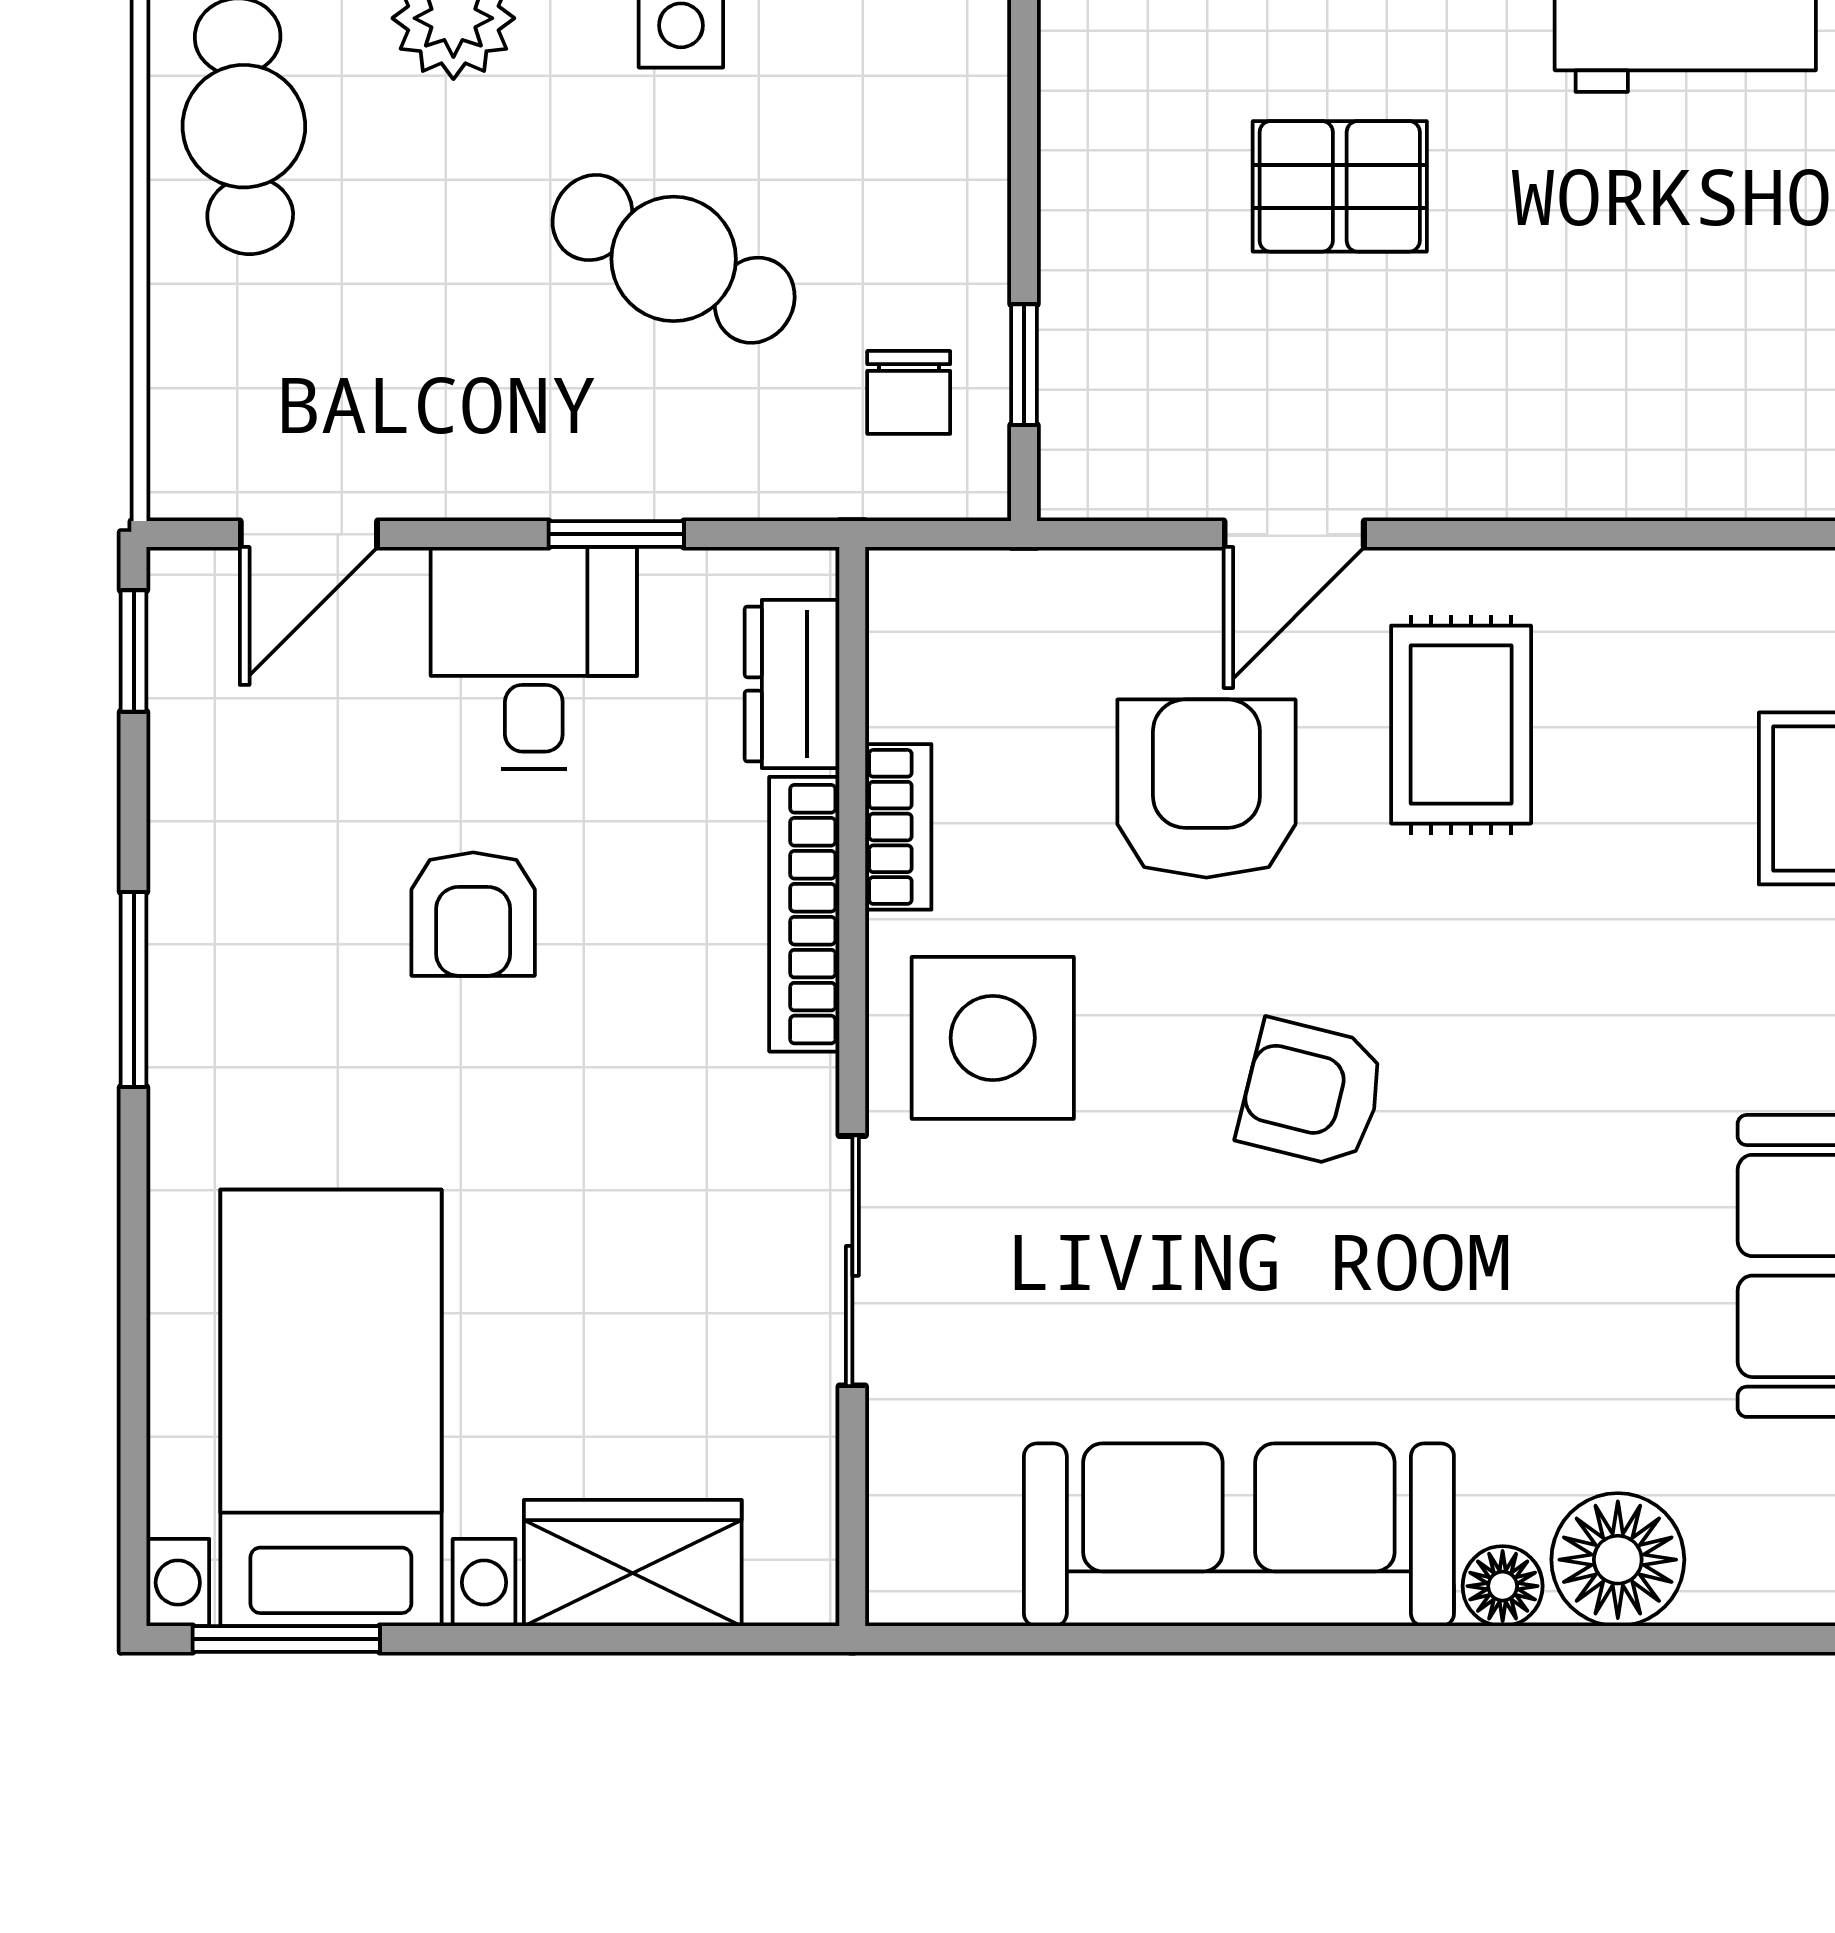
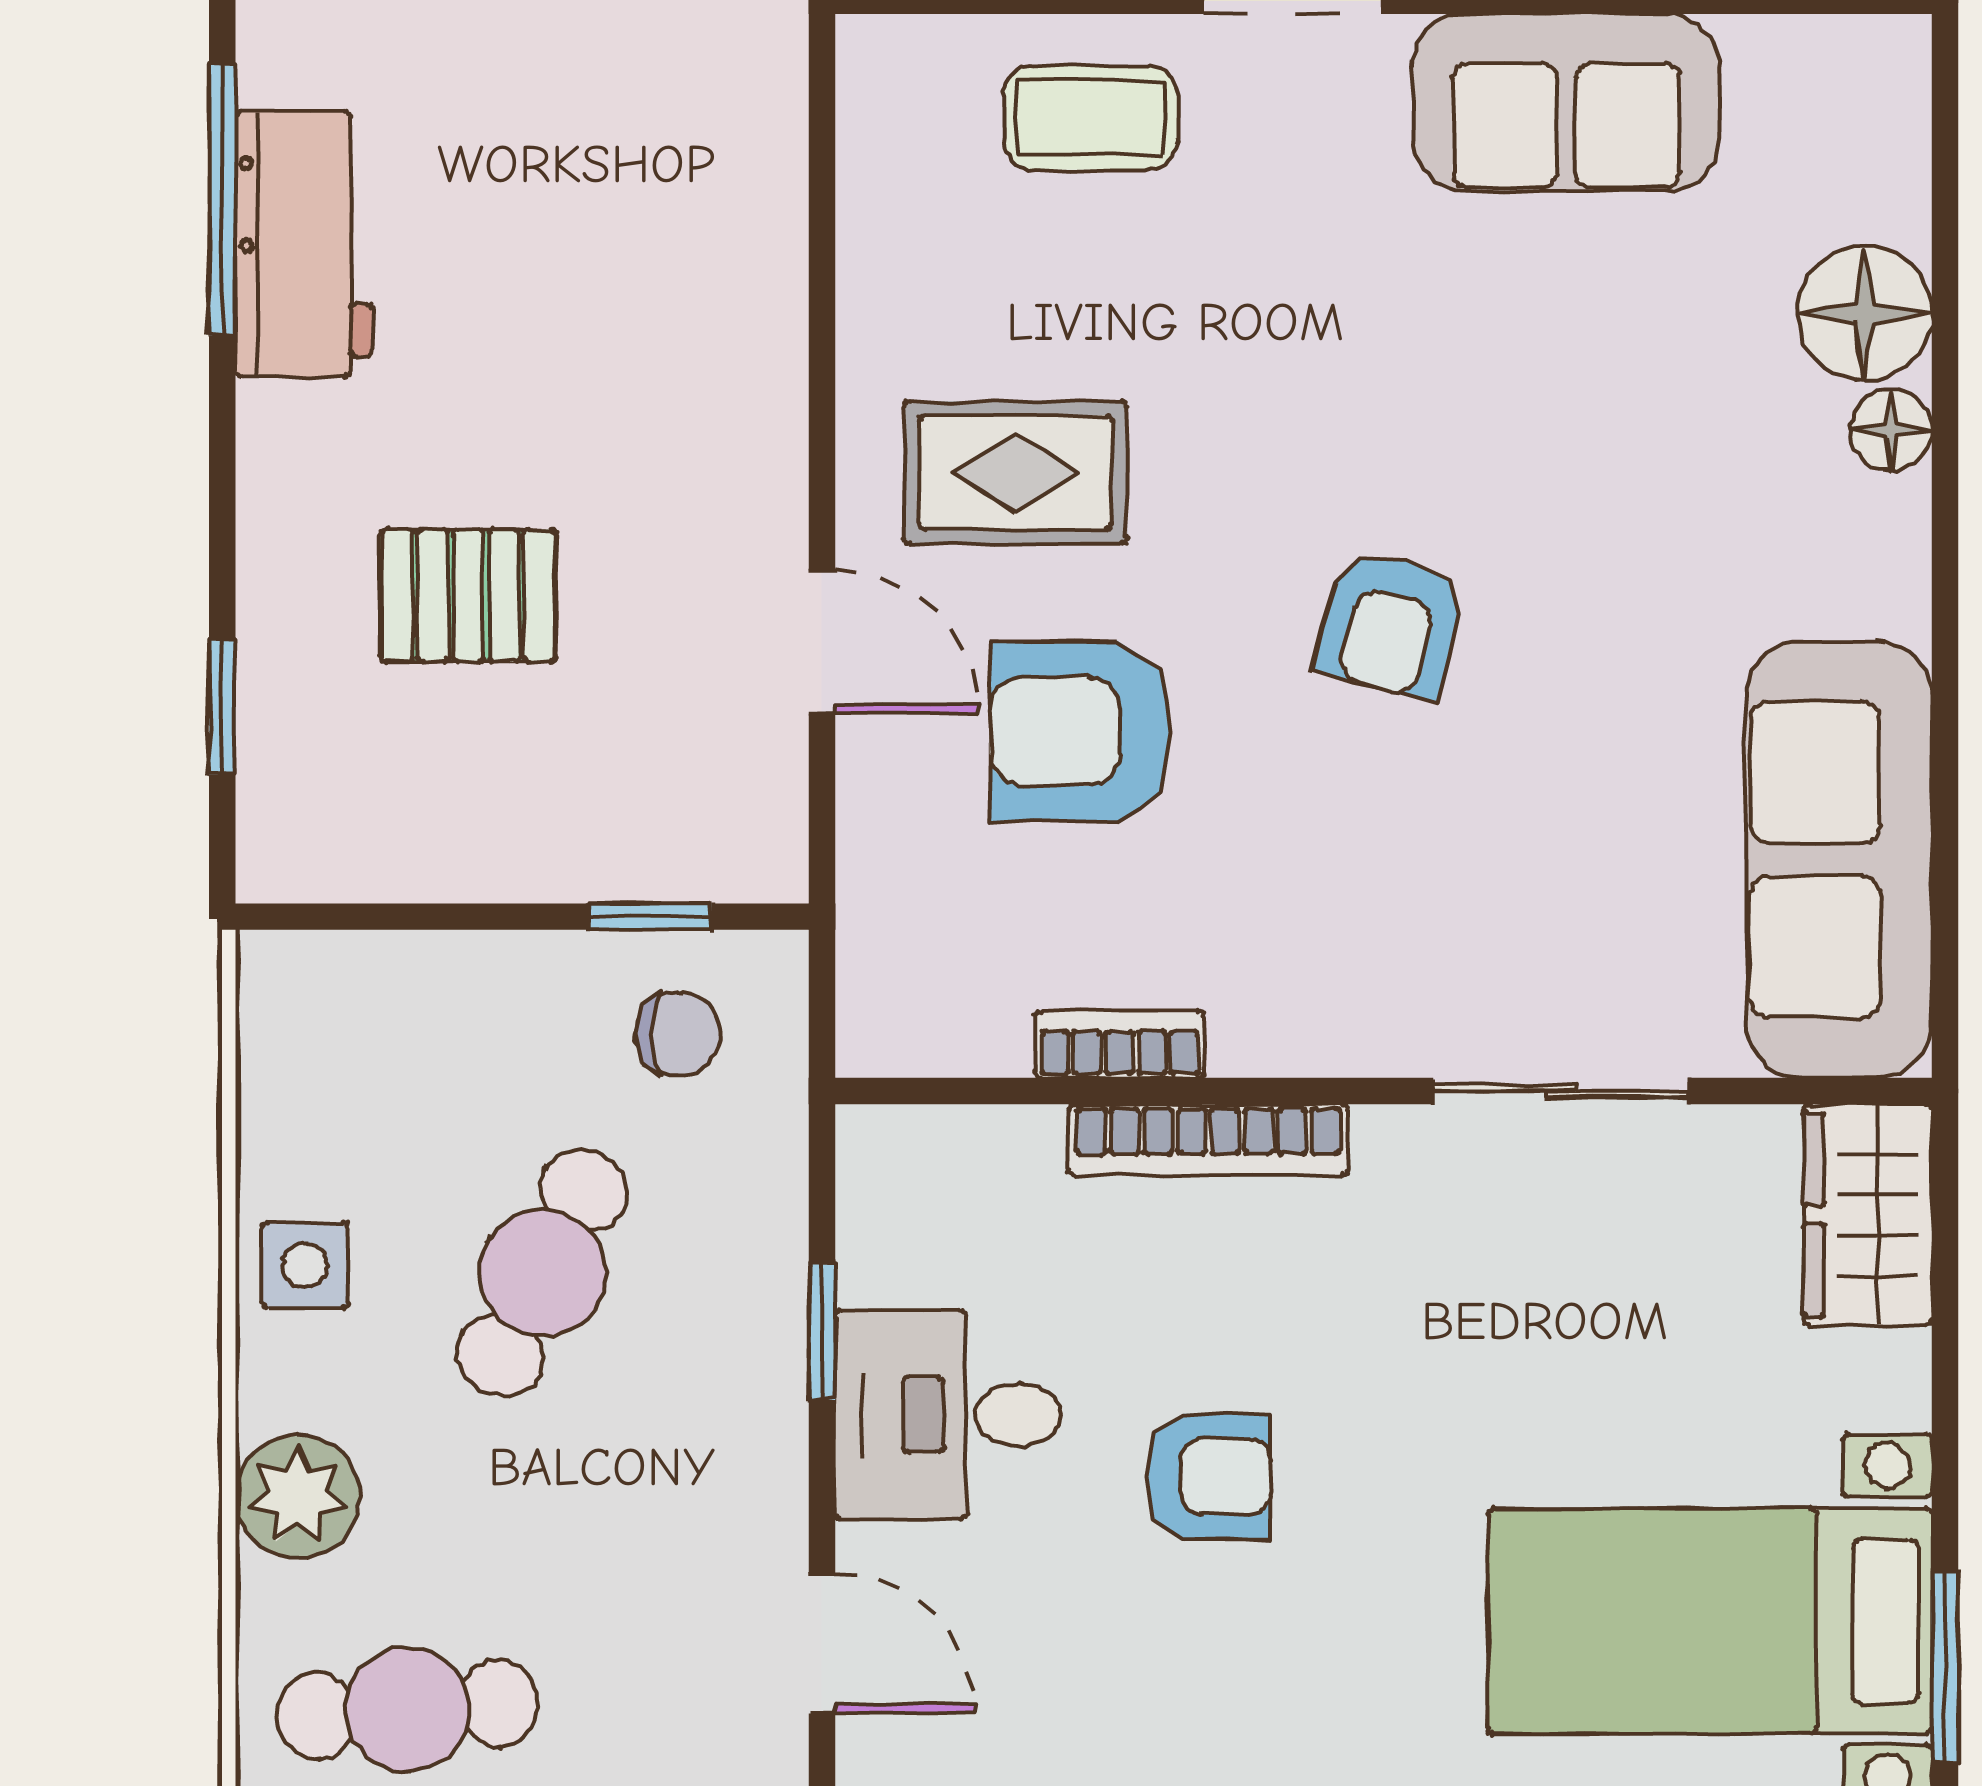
pallet: (1340, 186) -> (468, 596), turned 90
dresser: (792, 684) -> (974, 1152), removed
side table: (993, 1038) -> (1334, 948), removed
sofa: (1239, 1535) -> (1839, 859), moved
wardrobe: (633, 1563) -> (1868, 1215), moved

